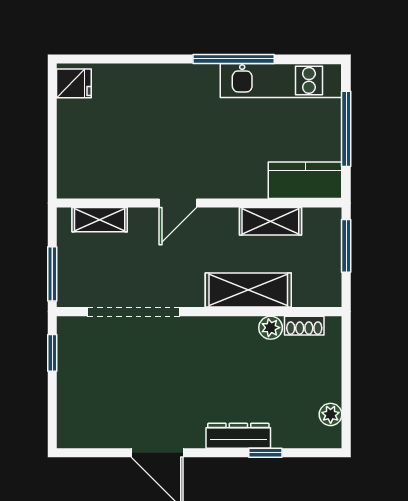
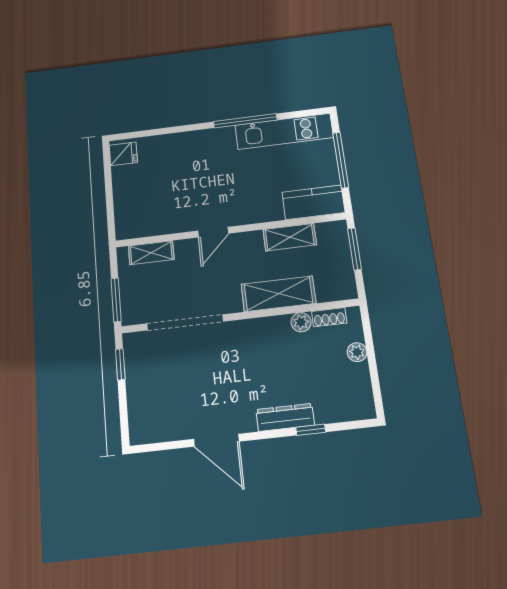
plant: (331, 414) -> (357, 352), moved

